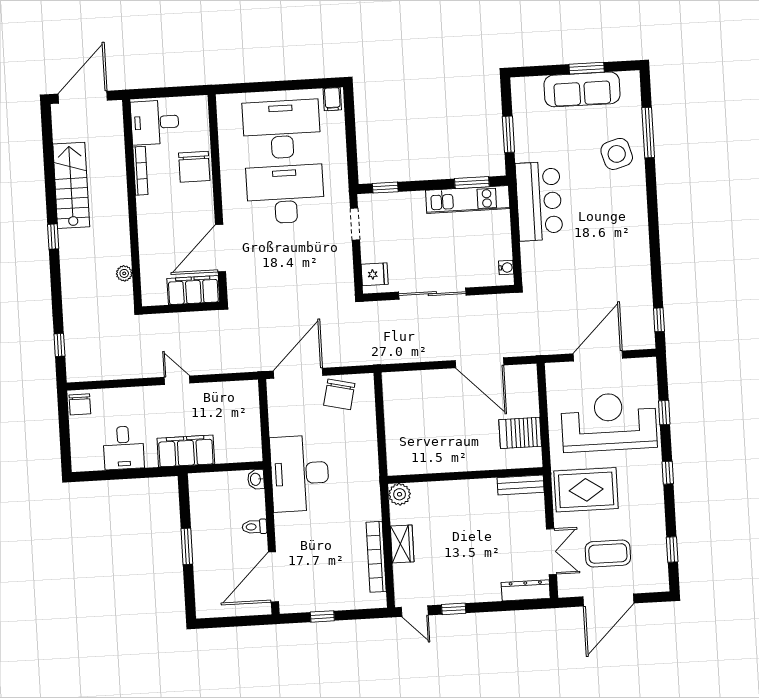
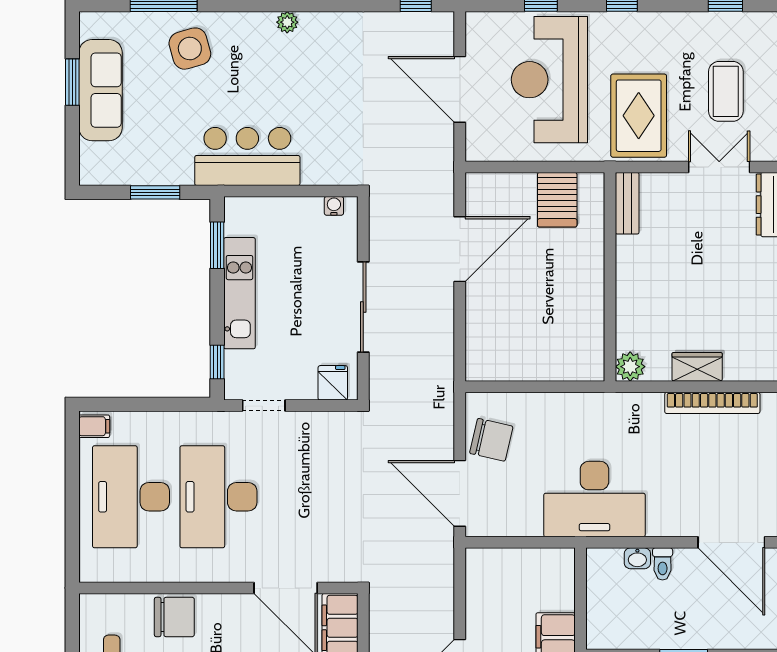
kitchen unit: (468, 199) -> (240, 293), moved
plant: (640, 225) -> (287, 22), added
washbasin: (256, 479) -> (637, 558), moved

